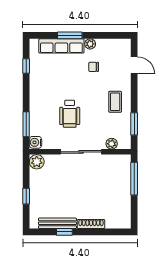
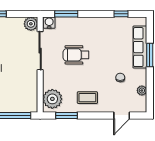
plant: (90, 44) -> (142, 90), moved
plant: (112, 144) -> (52, 99), width x1.87, depth x1.87
sliding door: (81, 152) -> (40, 51), moved

